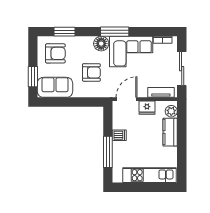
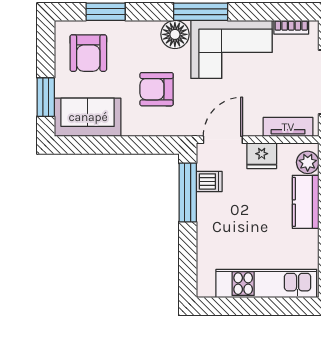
armchair: (55, 53) -> (88, 53), turned 90
armchair: (91, 72) -> (157, 89), turned 180
dishwasher: (119, 135) -> (209, 181), moved
window: (108, 152) -> (188, 192), moved

